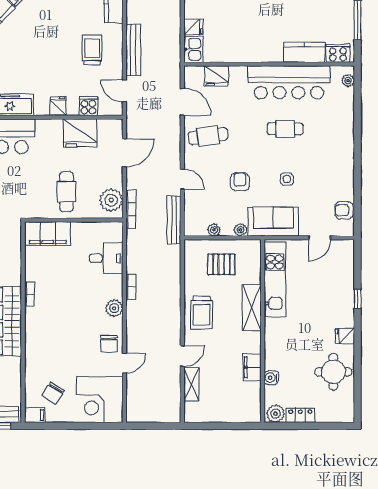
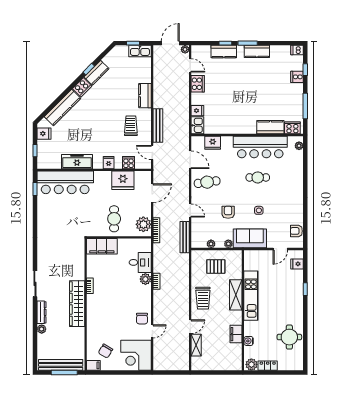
kitchen unit: (275, 279) -> (251, 296), moved
plant: (114, 308) -> (145, 279), moved
fridge: (345, 336) -> (297, 264), moved

